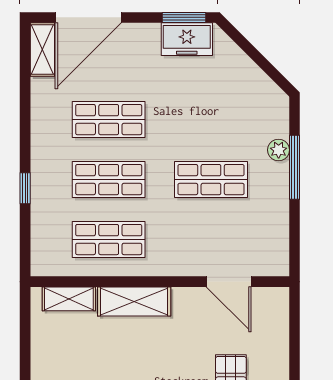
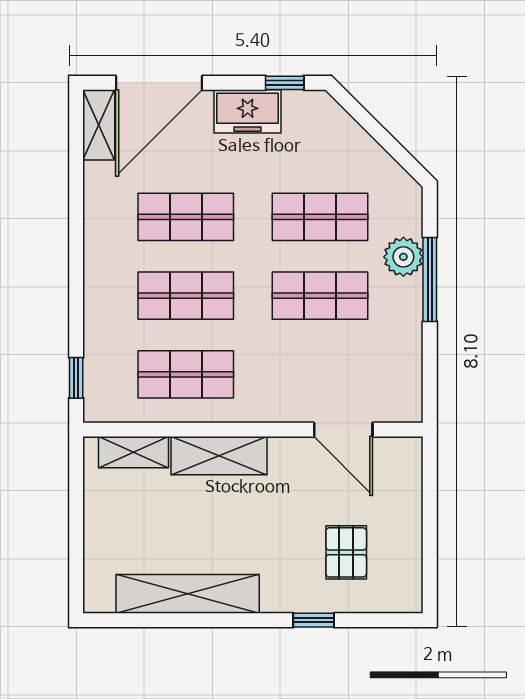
window: (184, 17) -> (285, 83), width x0.67
freezer: (187, 39) -> (248, 111), moved
shop shelf: (211, 120) -> (320, 217), added
plant: (279, 150) -> (403, 257), width x1.38, depth x1.38
window: (25, 188) -> (76, 378), moved

